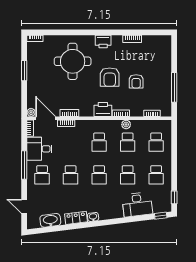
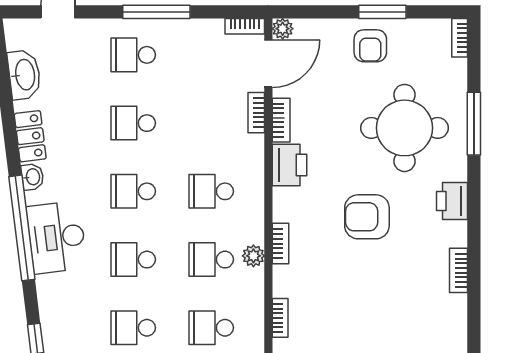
window: (71, 32) -> (474, 124), added
armchair: (136, 81) -> (370, 46), moved, turned -90
printer: (103, 109) -> (289, 165), moved
desk: (39, 149) -> (195, 48), removed
desk: (137, 204) -> (57, 237), moved
window: (114, 221) -> (22, 228), added

